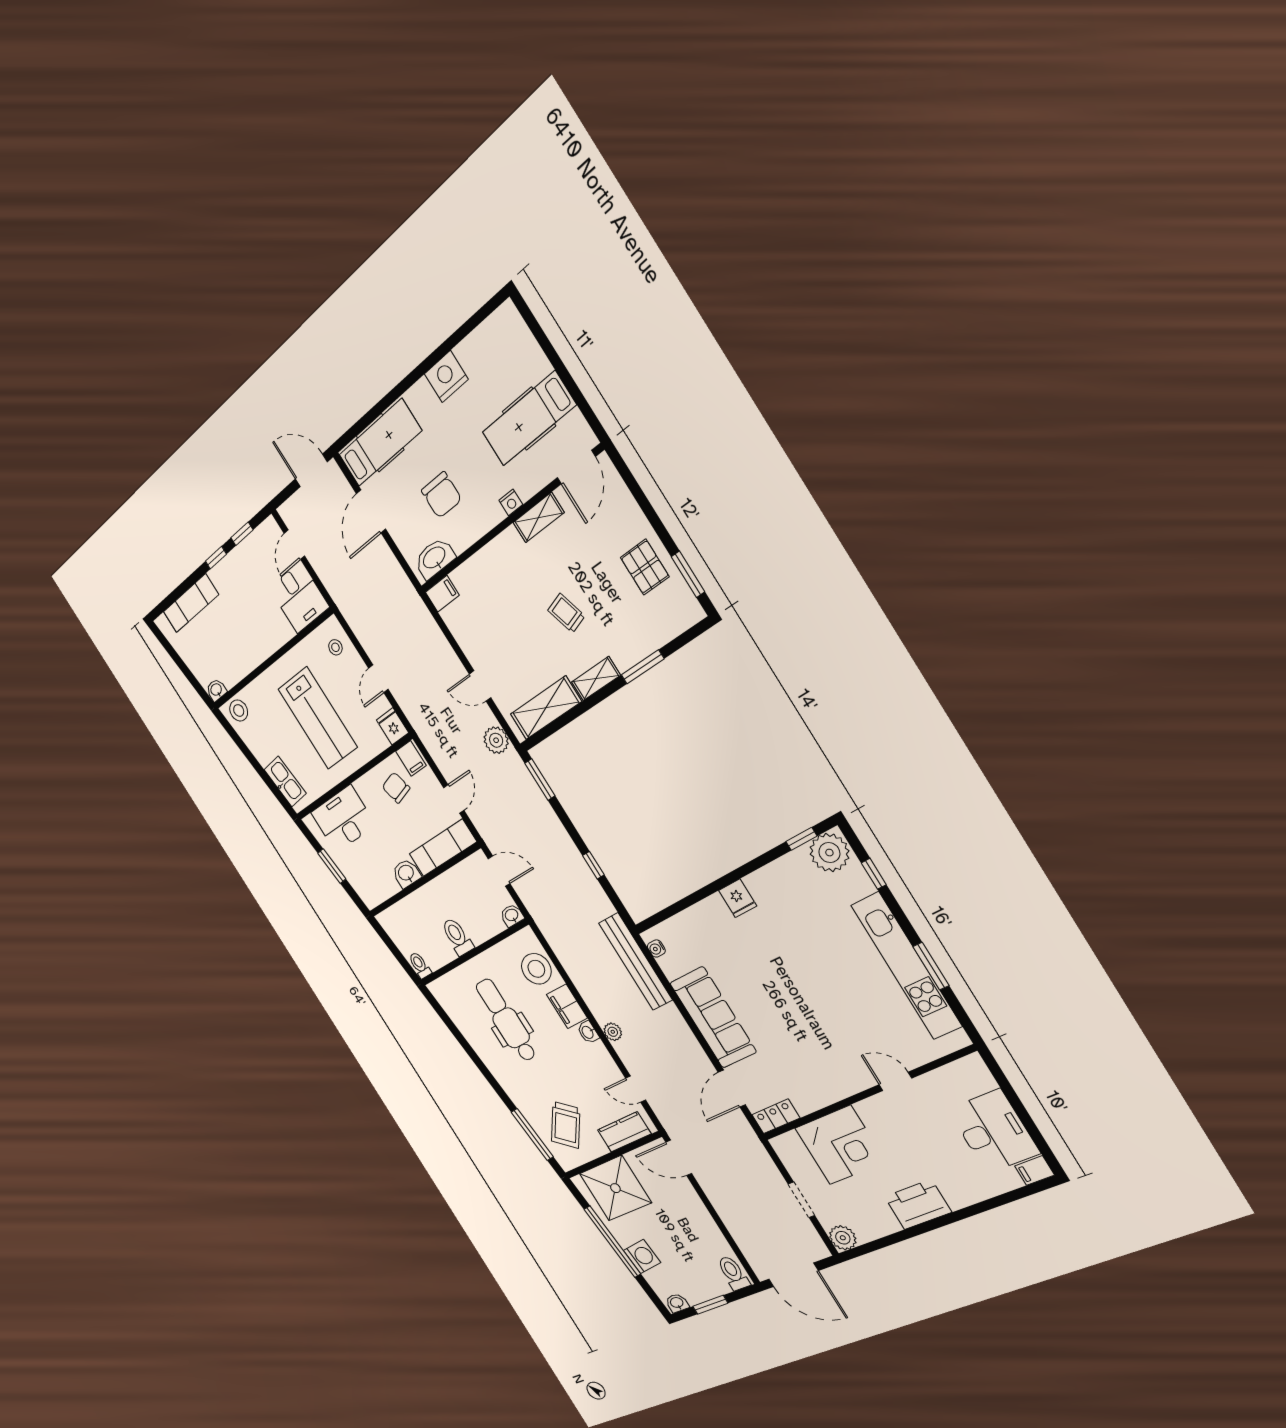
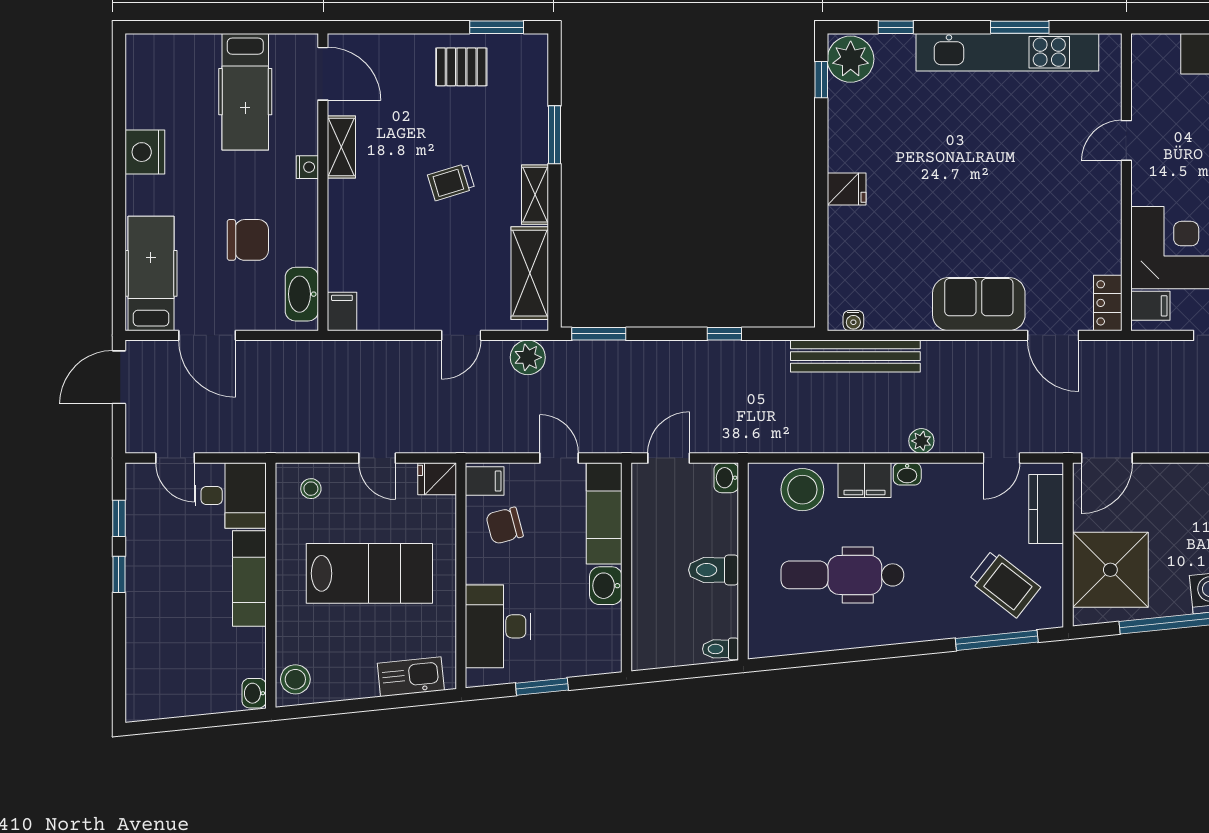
exam couch: (191, 603) -> (249, 579), moved, turned 180
sofa: (713, 1017) -> (979, 304), width x0.73
filing cabinet: (792, 1146) -> (1150, 306), added

